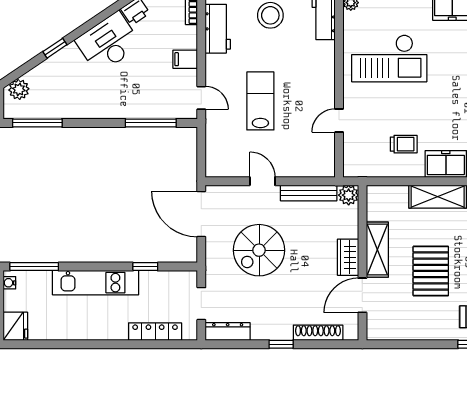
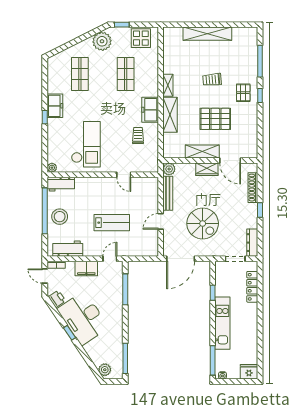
desk: (108, 43) -> (83, 318), width x1.36, depth x1.30
window: (55, 48) -> (70, 333), moved
filing cabinet: (185, 59) -> (86, 268), width x2.00
lab bench: (260, 101) -> (112, 223), turned 180

